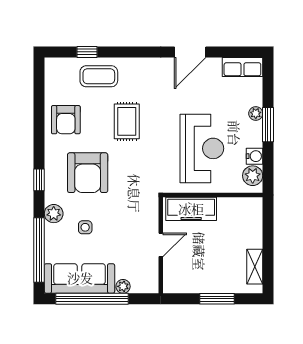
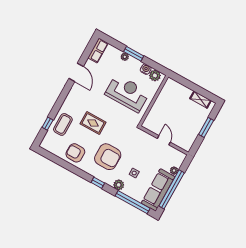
armchair: (66, 120) -> (75, 153), turned 180
freezer: (191, 209) -> (154, 115), removed

